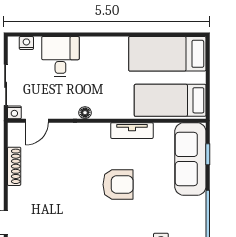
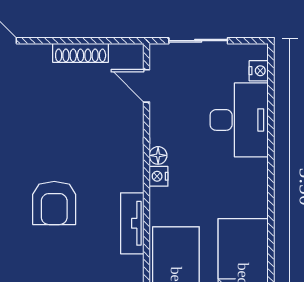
desk: (60, 57) -> (239, 120), width x1.37
nightstand: (14, 112) -> (159, 176), moved

